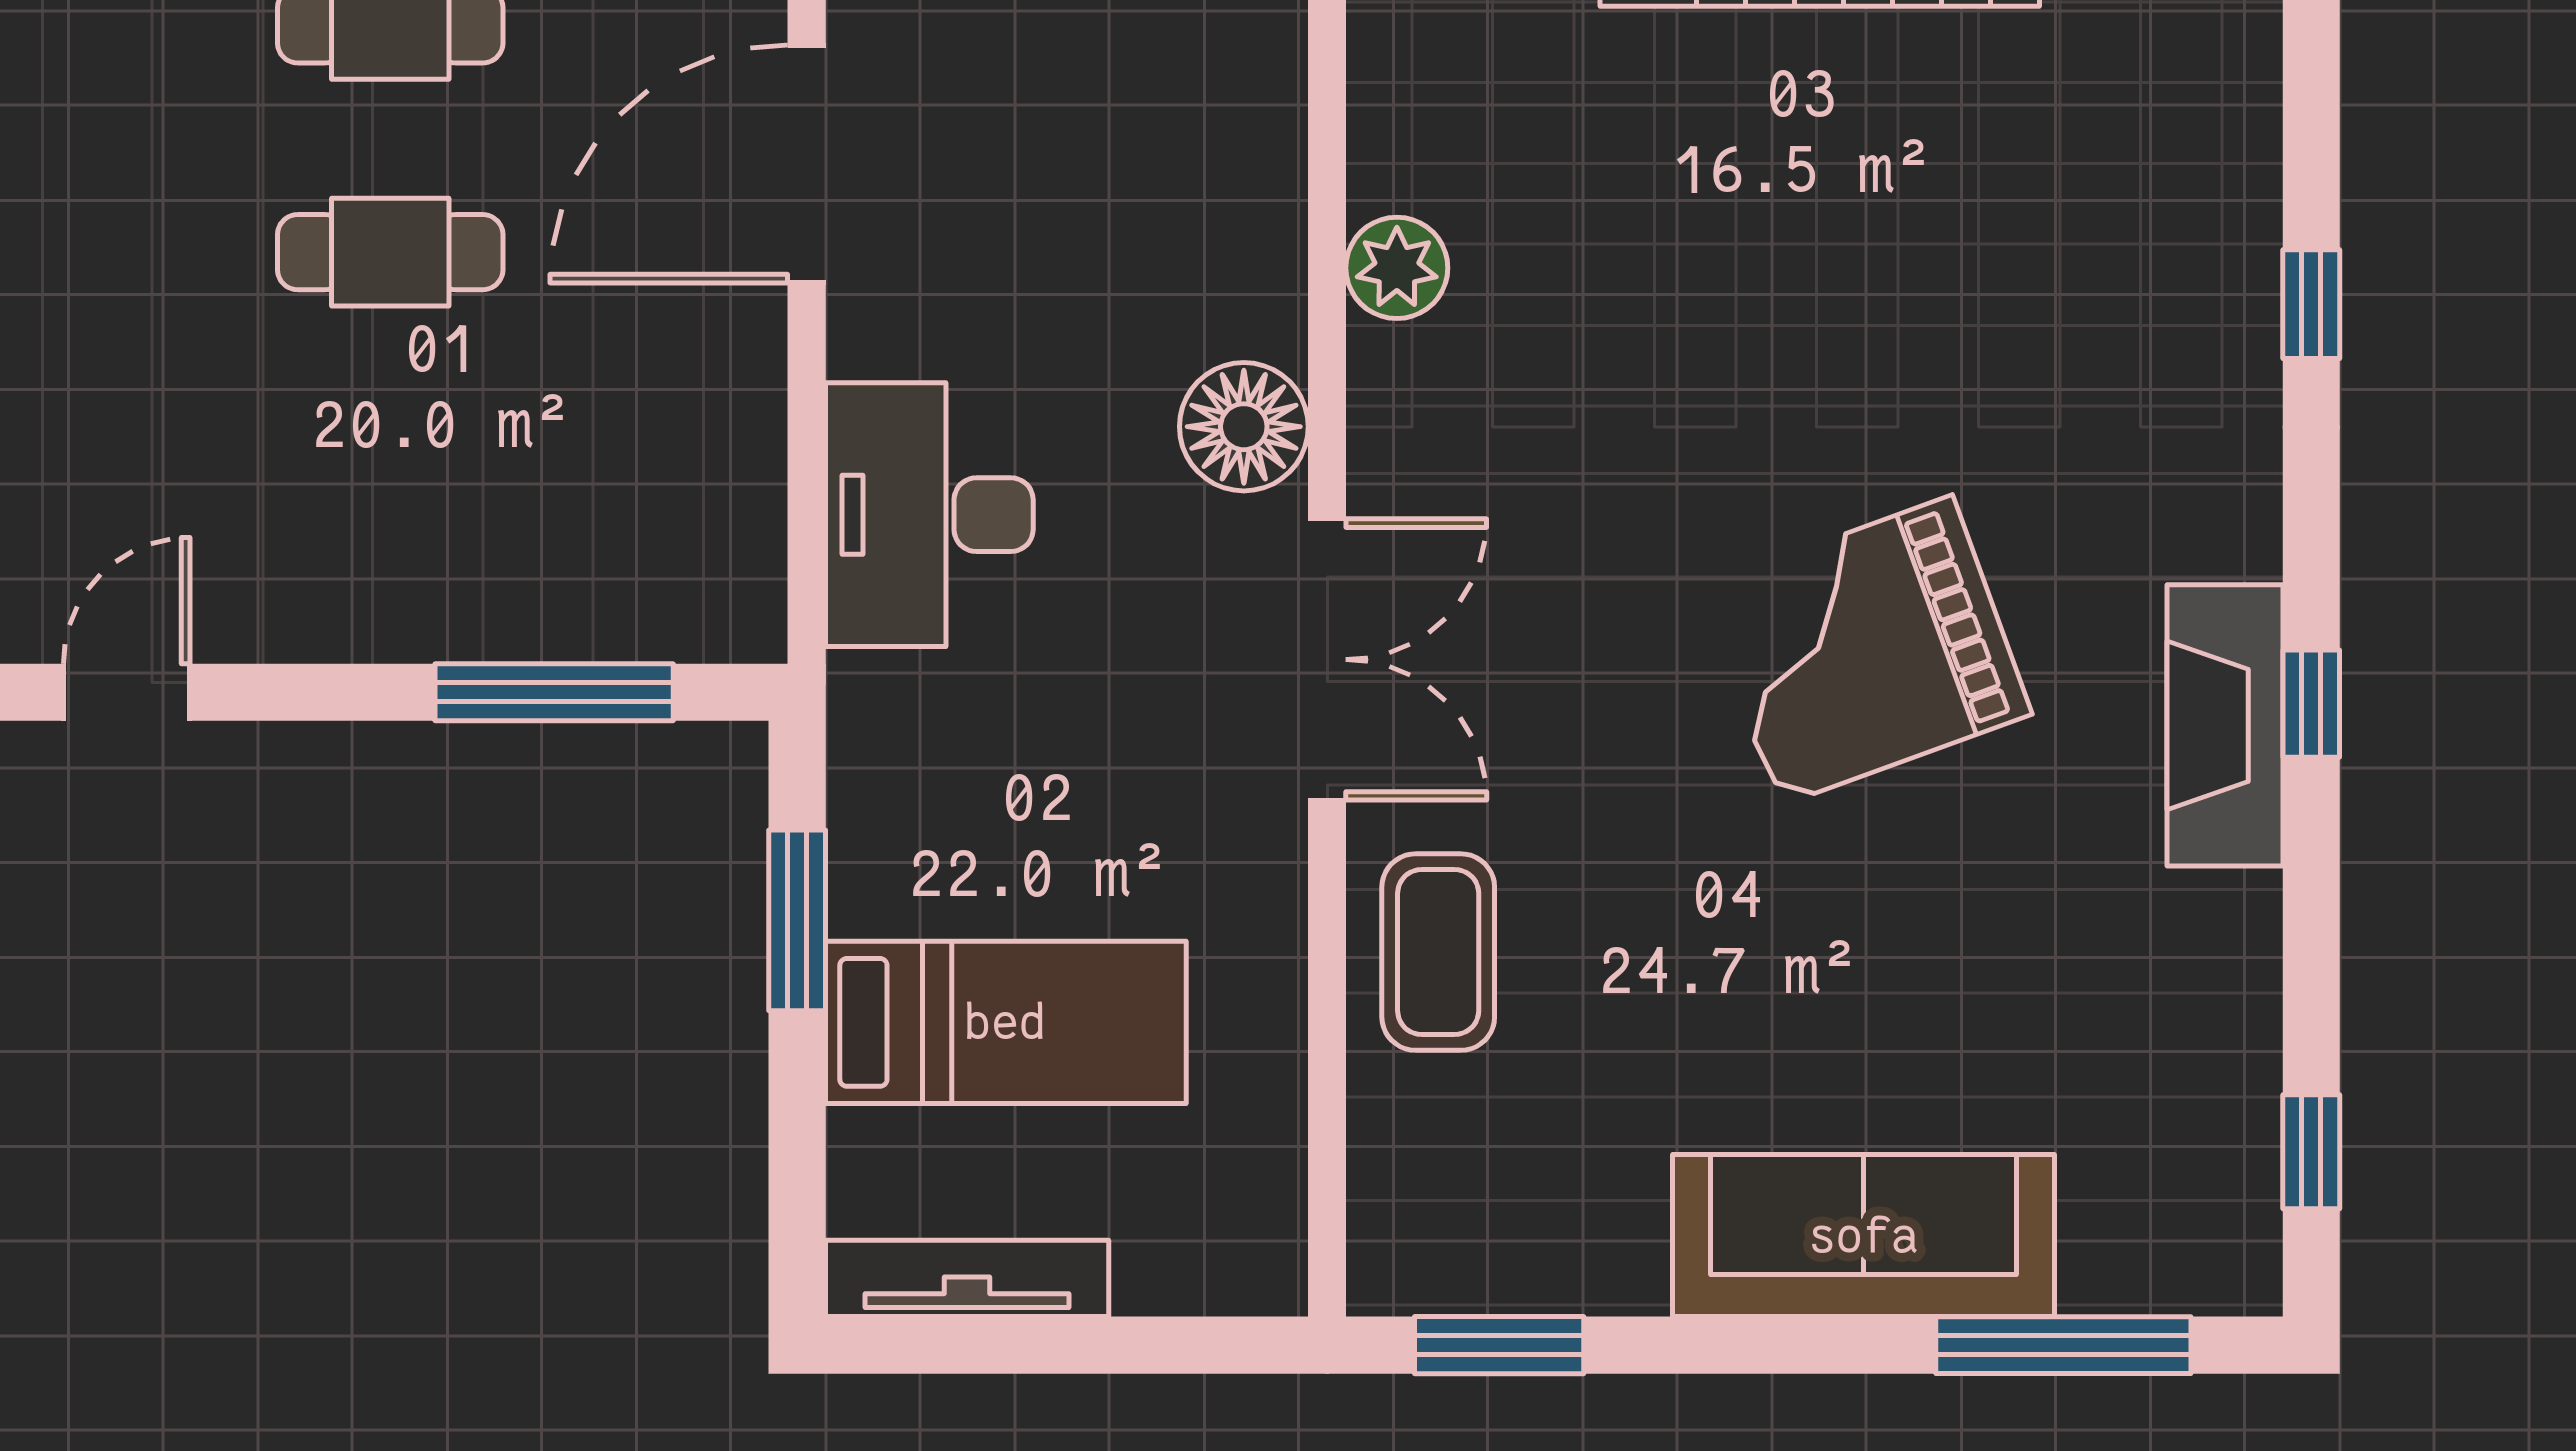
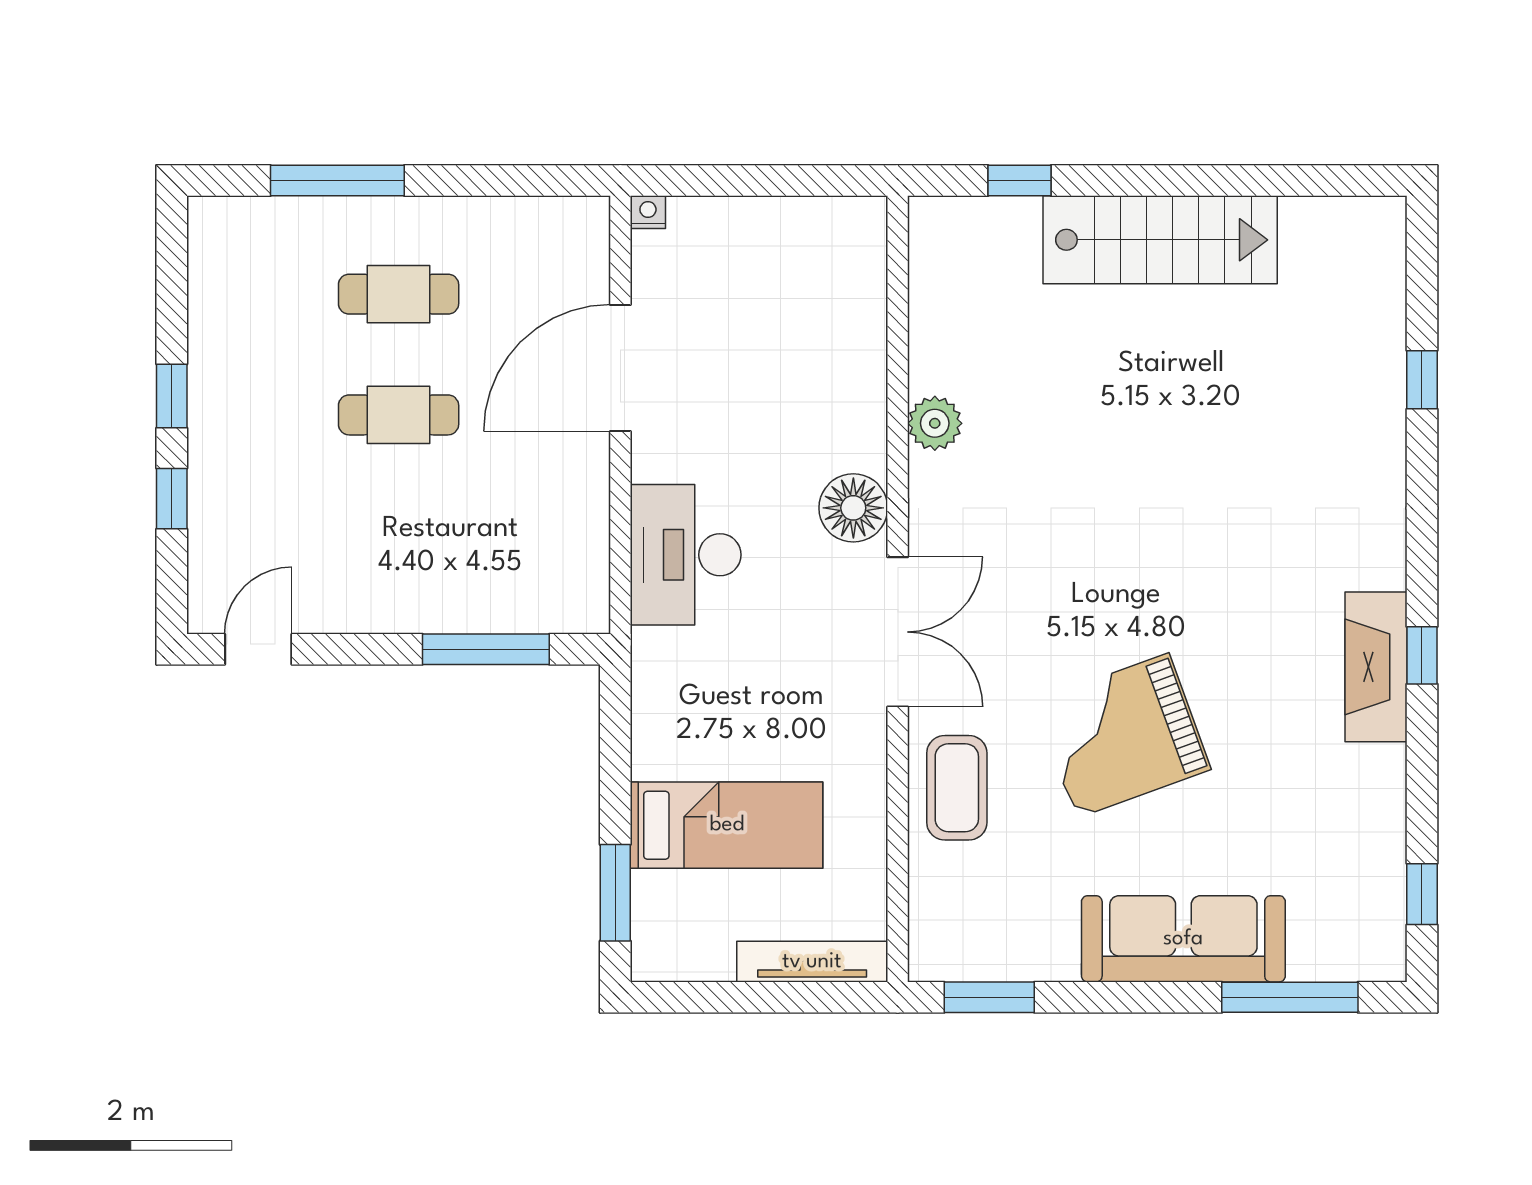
window: (2311, 304) -> (1422, 380), moved
grand piano: (1866, 651) -> (1122, 736), moved
window: (797, 920) -> (615, 893), moved
tv unit: (967, 1278) -> (812, 962), moved

